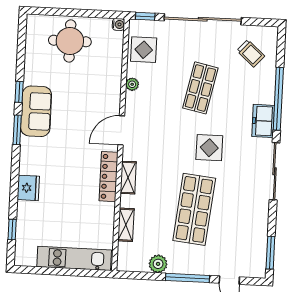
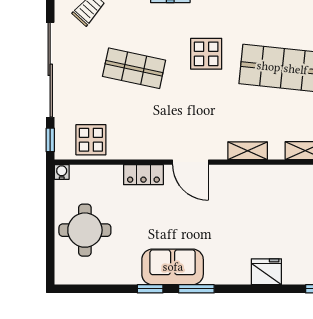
plant: (132, 84) -> (134, 152), removed
locker: (109, 177) -> (143, 175), moved, width x0.66

